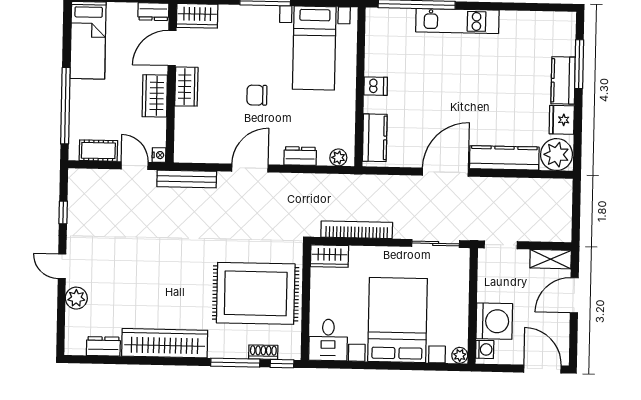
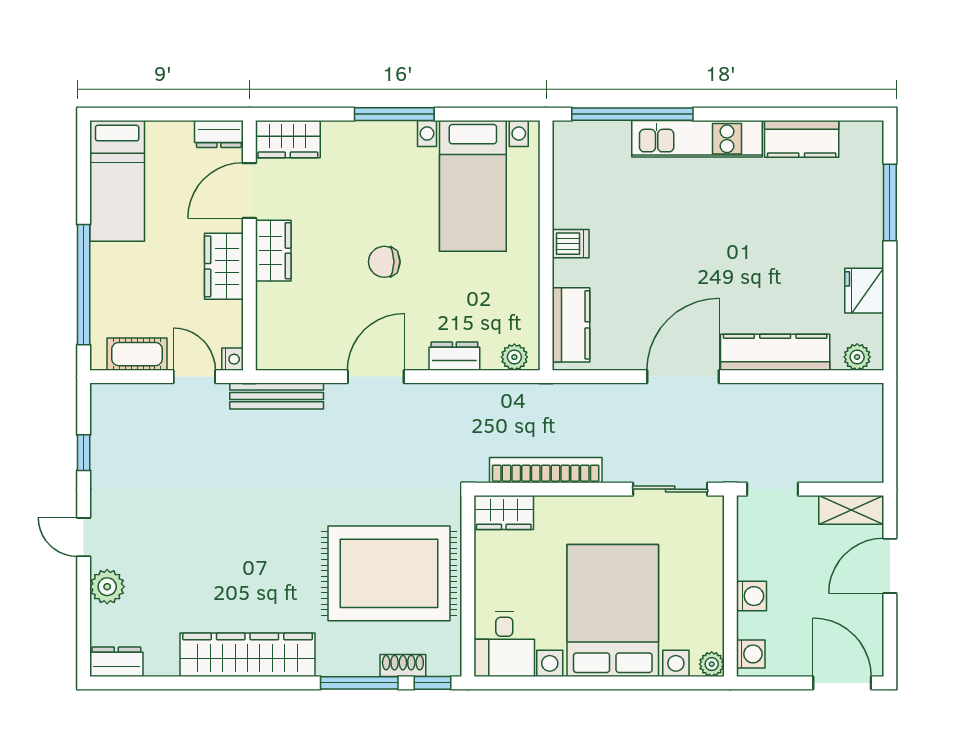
kitchen counter: (563, 80) -> (802, 139), moved, turned -90
plant: (556, 155) -> (857, 357), width x0.53, depth x0.53
washing machine: (494, 321) -> (752, 596), width x0.53, depth x0.53
dresser: (103, 346) -> (116, 662), moved

